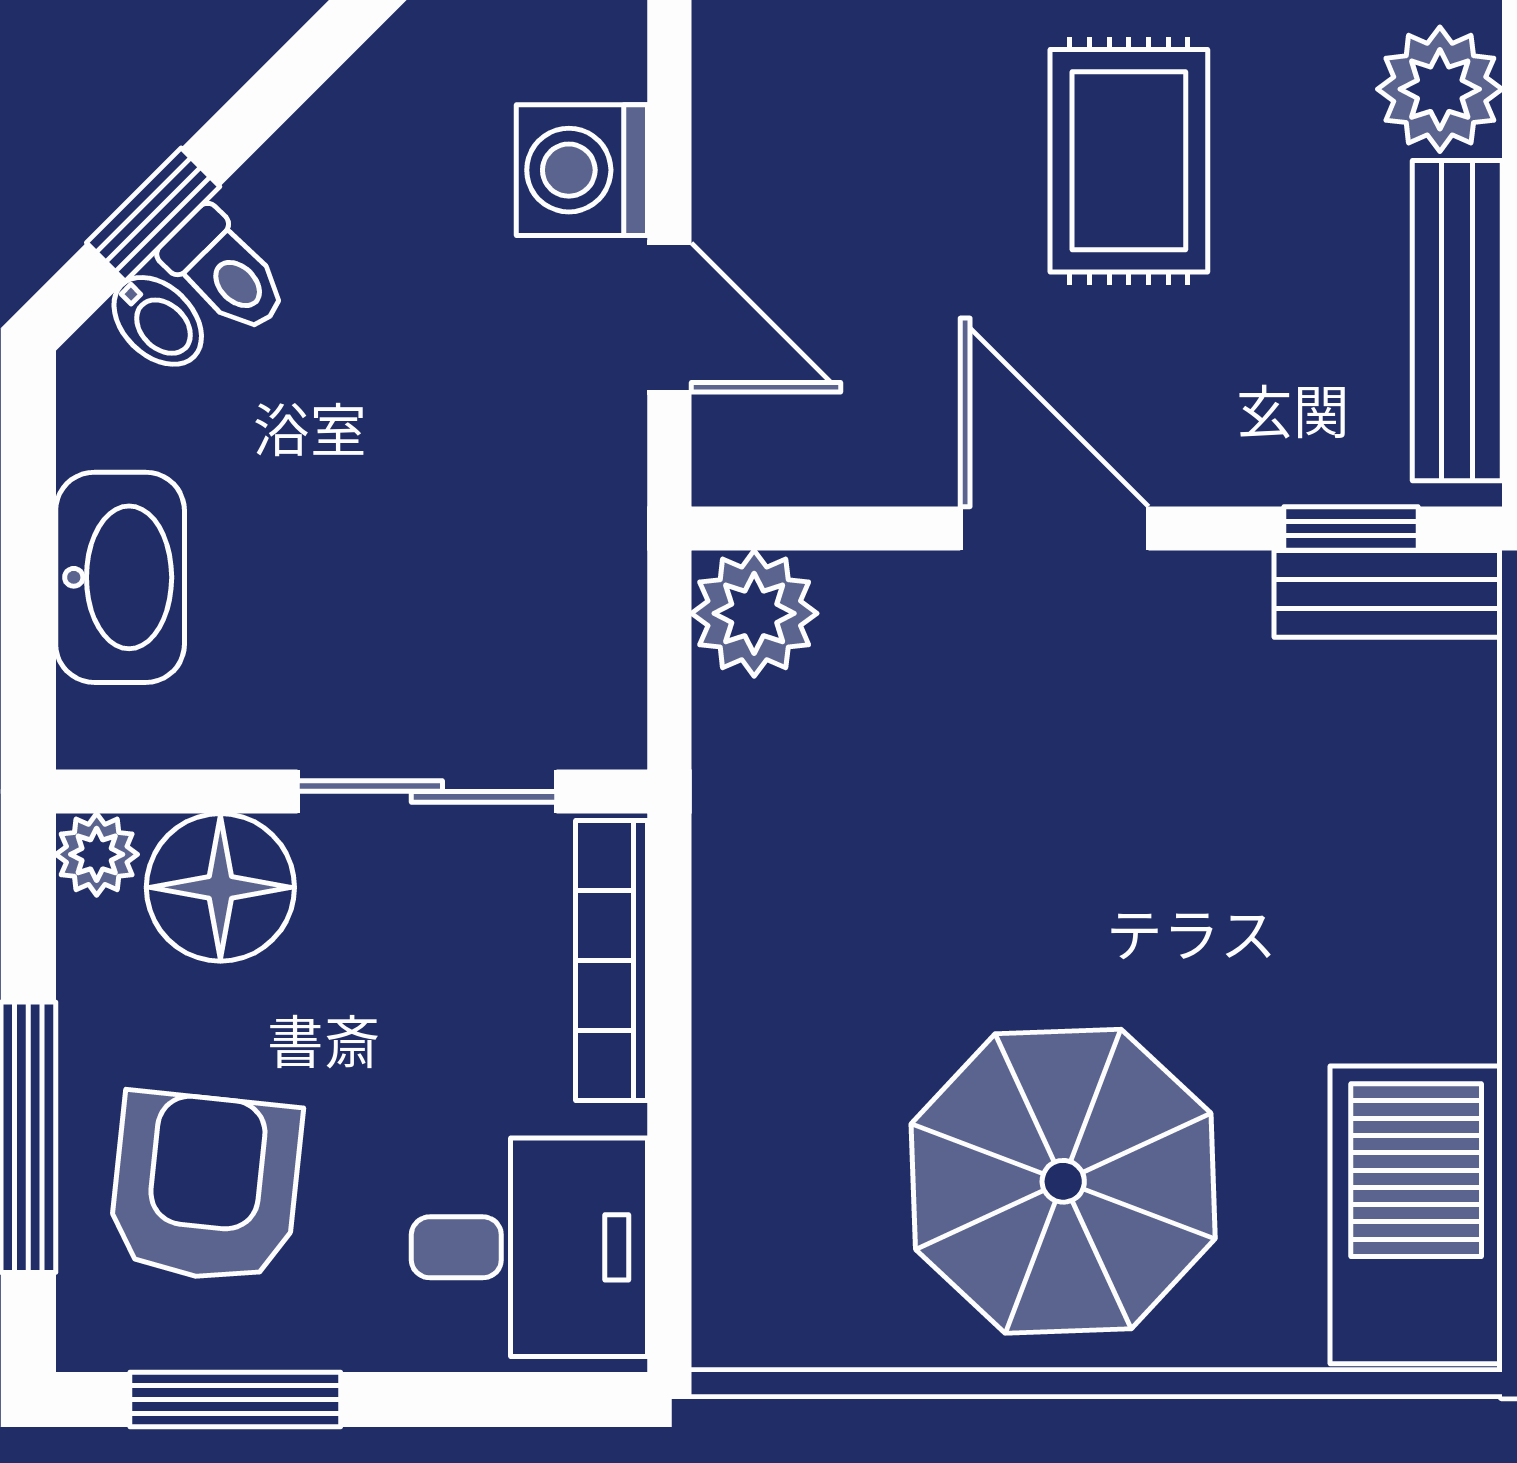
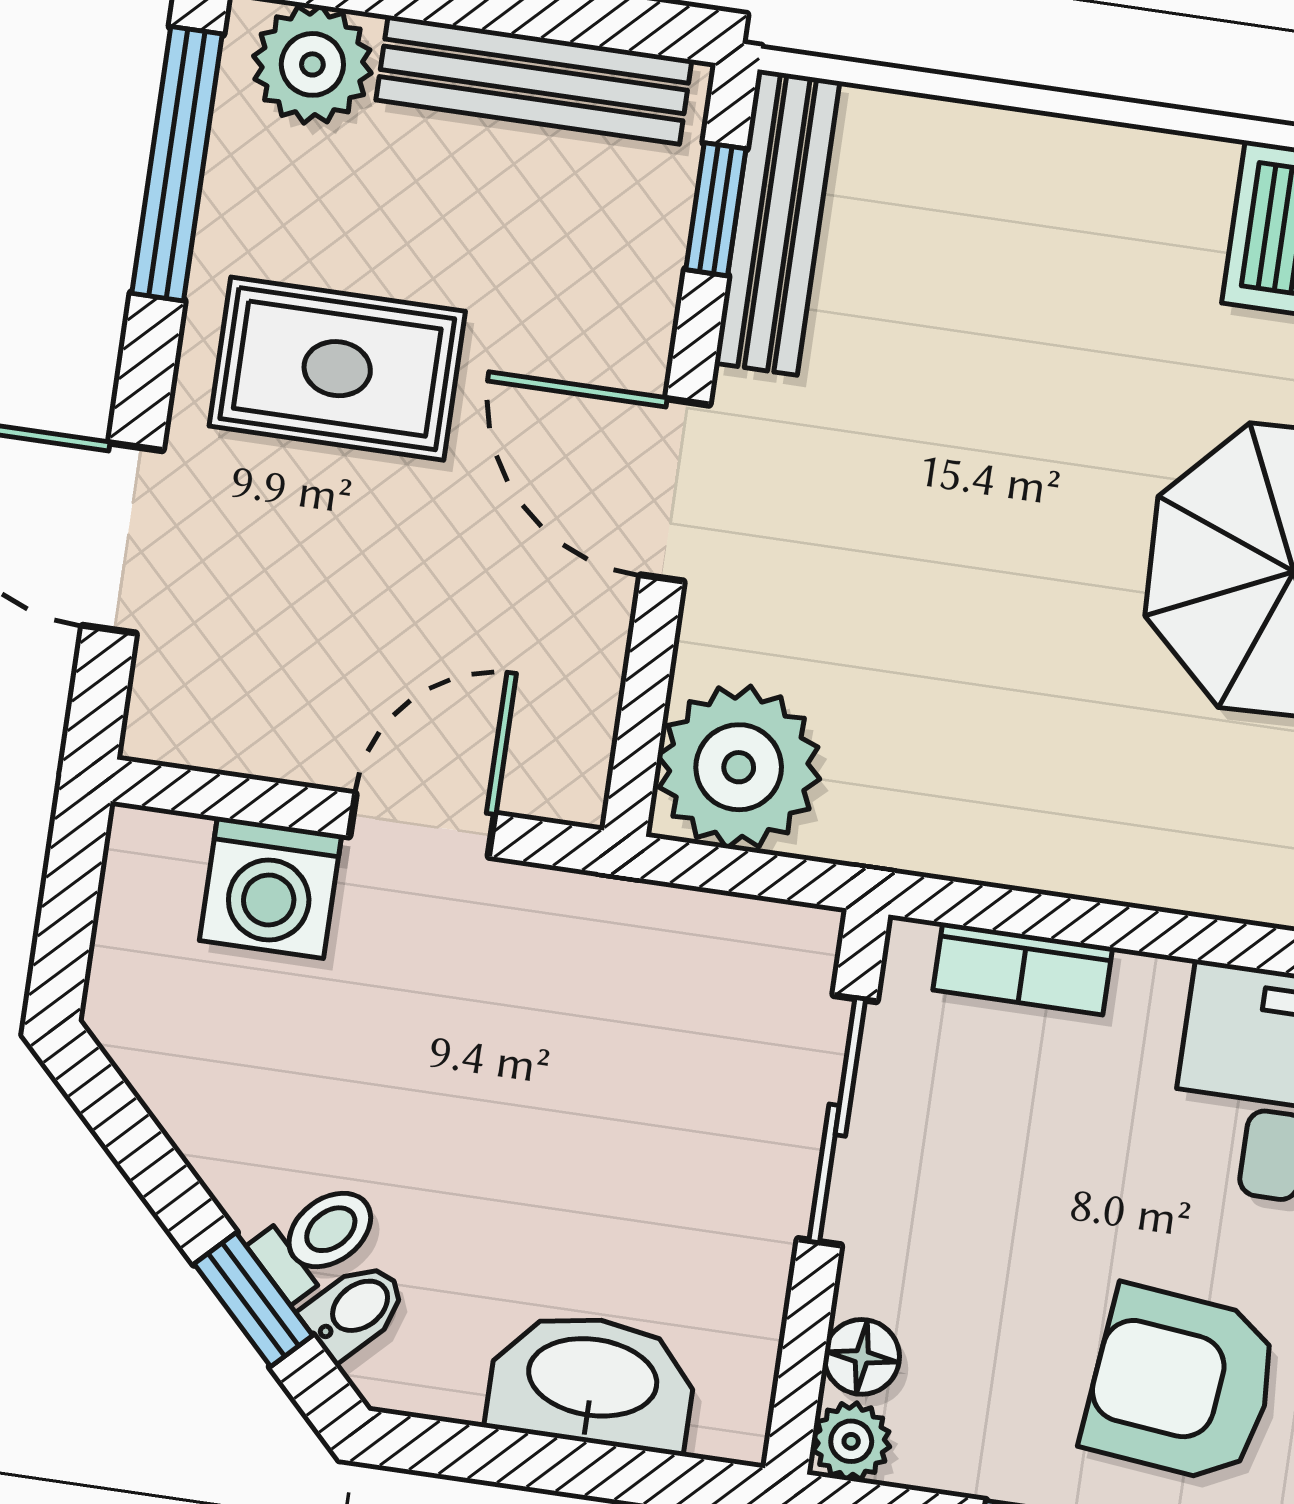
door: (1054, 529) -> (675, 490), hinge flipped
bench: (1388, 594) -> (777, 222), width x1.36
plant: (754, 613) -> (739, 767), width x1.36, depth x1.36
floor lamp: (220, 887) -> (862, 1357), width x0.53, depth x0.53
bookcase: (612, 960) -> (1023, 969), width x0.64

